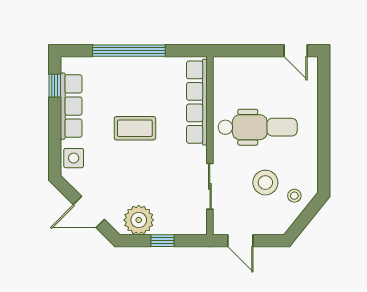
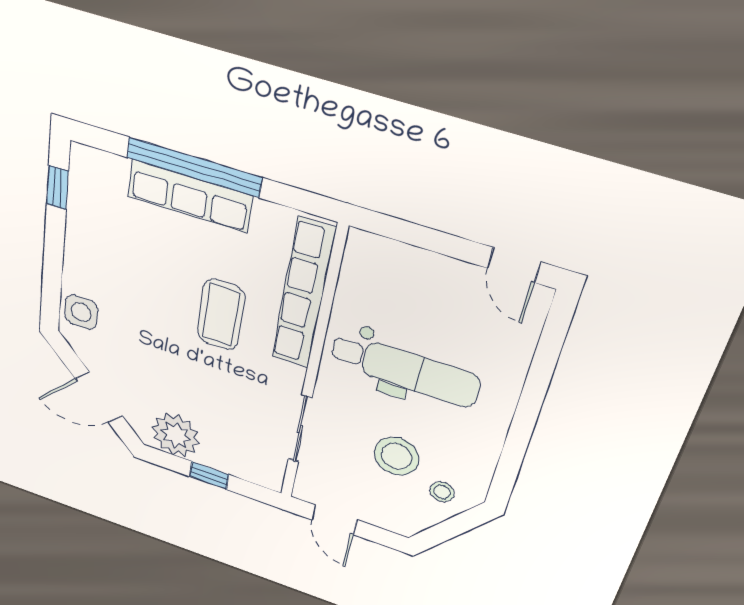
row of seats: (71, 106) -> (190, 196), moved, turned 90
coffee table: (135, 128) -> (221, 315), moved, turned 90

